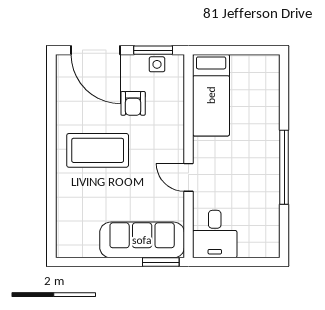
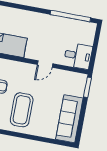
window: (284, 167) -> (70, 16), moved
sofa: (142, 240) -> (69, 119), moved

